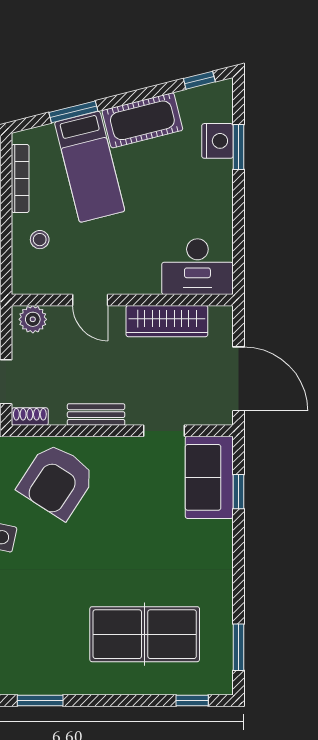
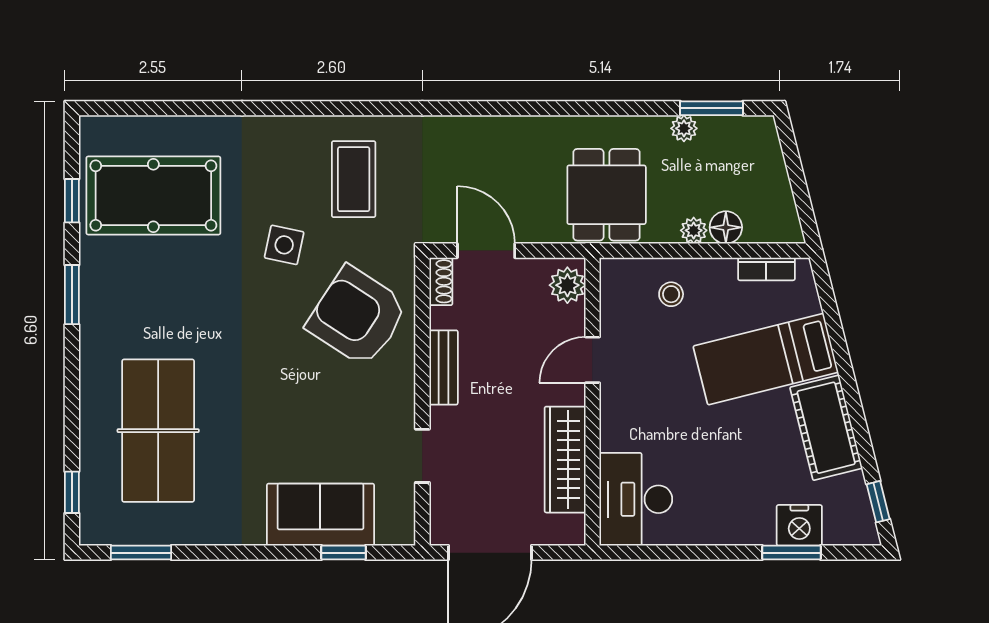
window: (73, 112) -> (837, 338), removed
bookcase: (20, 178) -> (766, 269), width x0.64
sofa: (209, 477) -> (320, 515), moved

